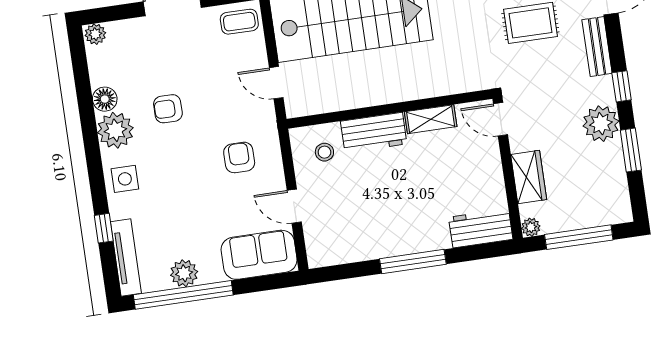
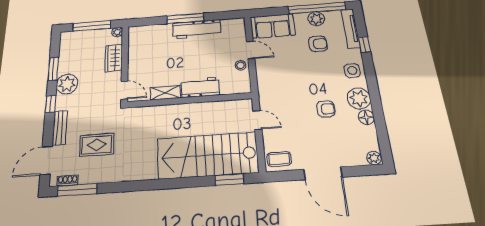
stool: (324, 152) -> (241, 65), moved
armchair: (239, 157) -> (318, 44), moved, turned -90
workbench: (481, 228) -> (197, 29), moved, width x1.38

